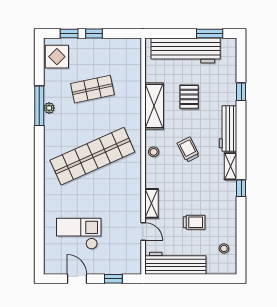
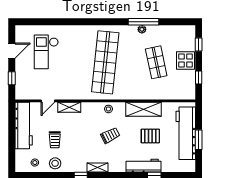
window: (94, 34) -> (199, 77), moved
window: (210, 34) -> (199, 140), moved
display table: (57, 57) -> (186, 60), moved
workbench: (228, 129) -> (143, 166), moved
shop shelf: (92, 156) -> (105, 62), turned 30
stool: (225, 222) -> (55, 163), added
checkout: (79, 234) -> (46, 52), turned 180

